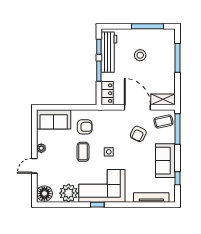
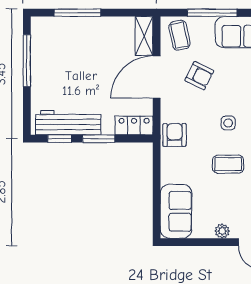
stool: (140, 55) -> (73, 73), removed
armchair: (85, 127) -> (175, 135), moved
window: (178, 129) -> (212, 13), moved

